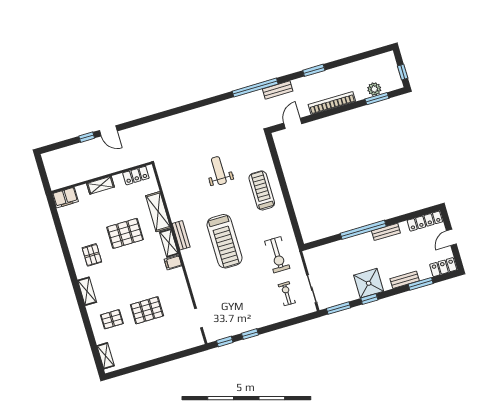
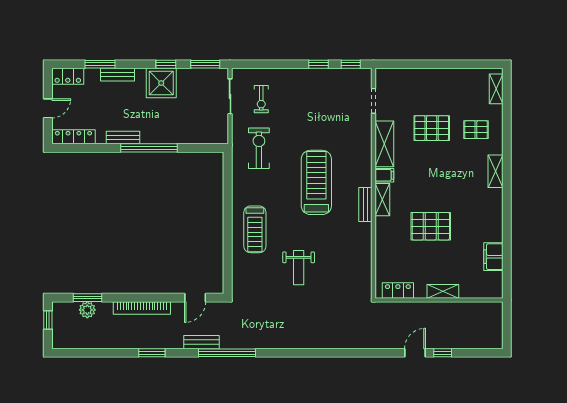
door: (108, 131) -> (415, 353), hinge flipped
filing cabinet: (65, 198) -> (493, 257), moved, turned -90
shelving: (158, 212) -> (384, 144), moved
pallet: (92, 255) -> (477, 212), removed

